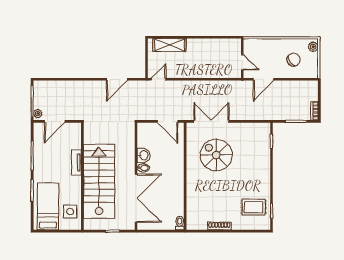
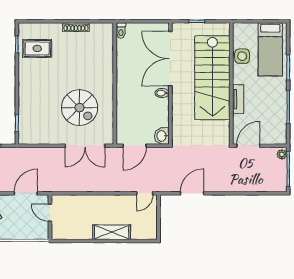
shelving: (169, 45) -> (112, 232), moved
door: (55, 121) -> (248, 146), moved
door: (168, 121) -> (135, 146), swing flipped
washbasin: (144, 155) -> (162, 136), moved
side table: (70, 211) -> (242, 56), moved

